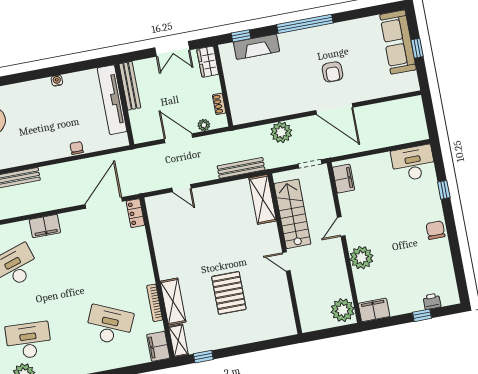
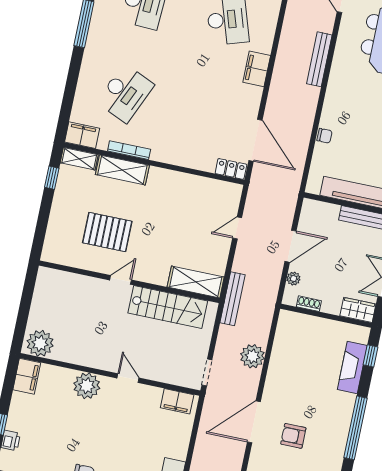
shelving: (263, 199) -> (196, 282), moved
stairs: (292, 214) -> (168, 307), moved
wall: (285, 254) -> (129, 282), moved
door: (286, 262) -> (121, 280), moved

